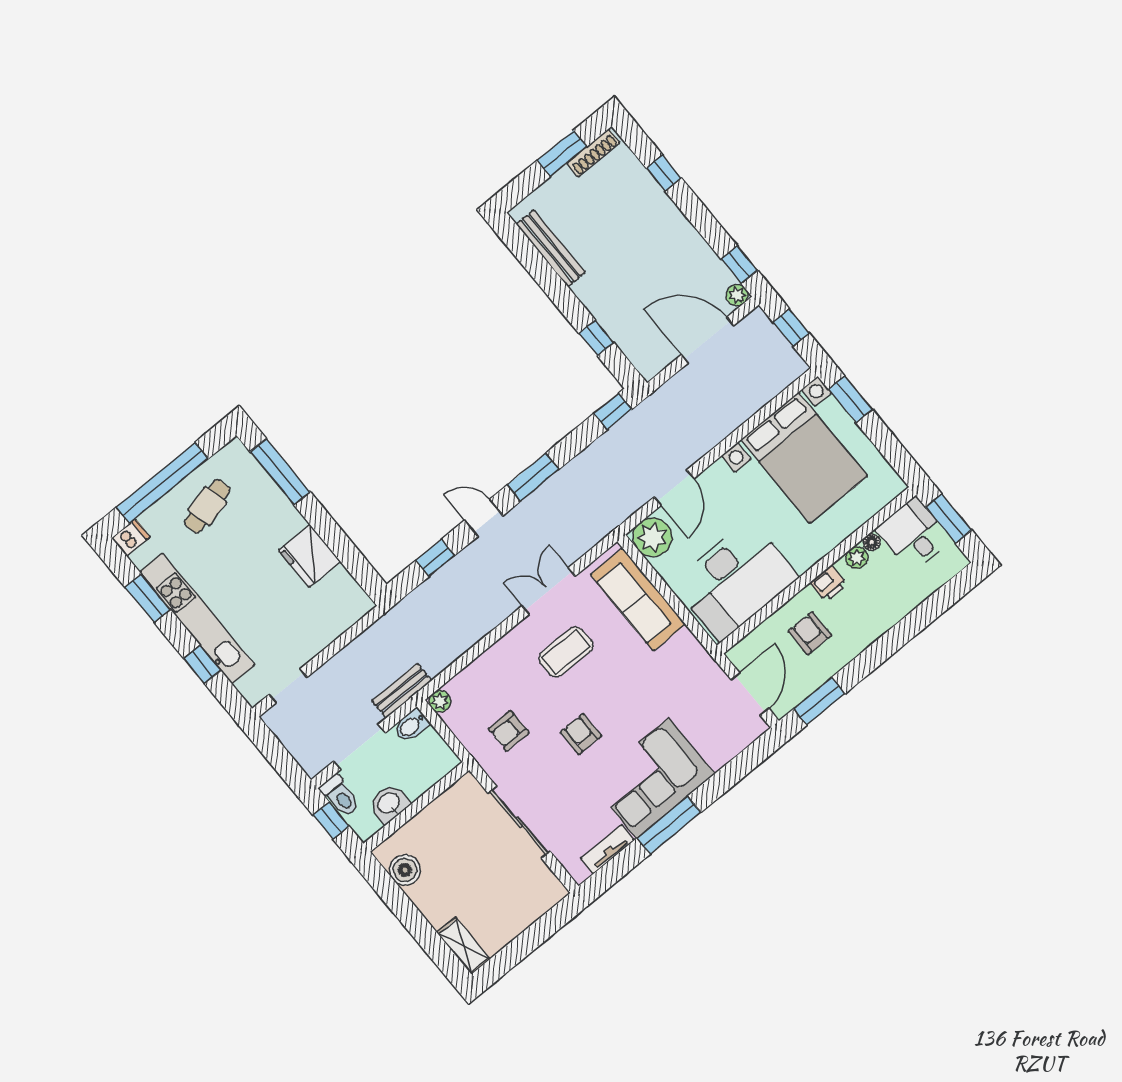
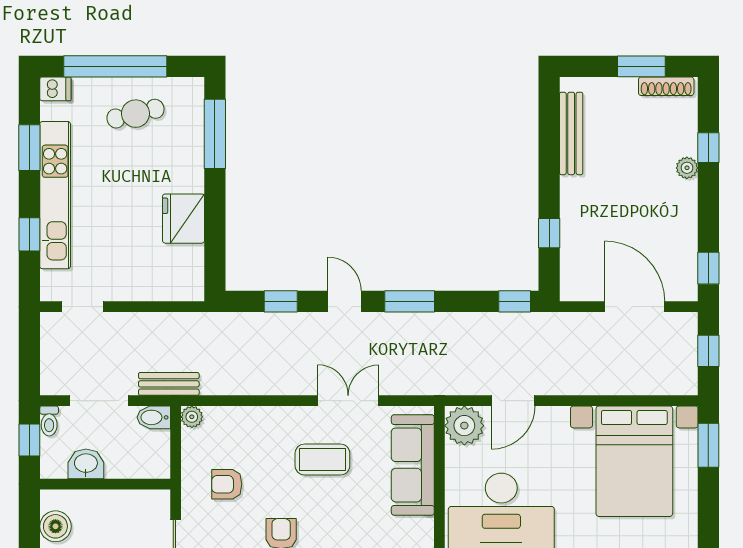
plant: (737, 295) -> (687, 168), moved
toilet: (340, 796) -> (49, 421), width x0.73, depth x0.72

